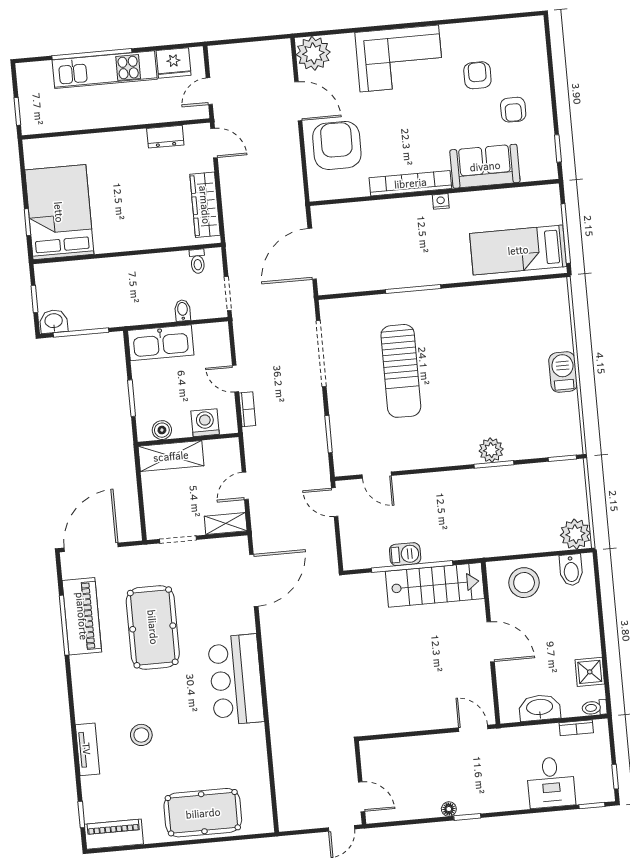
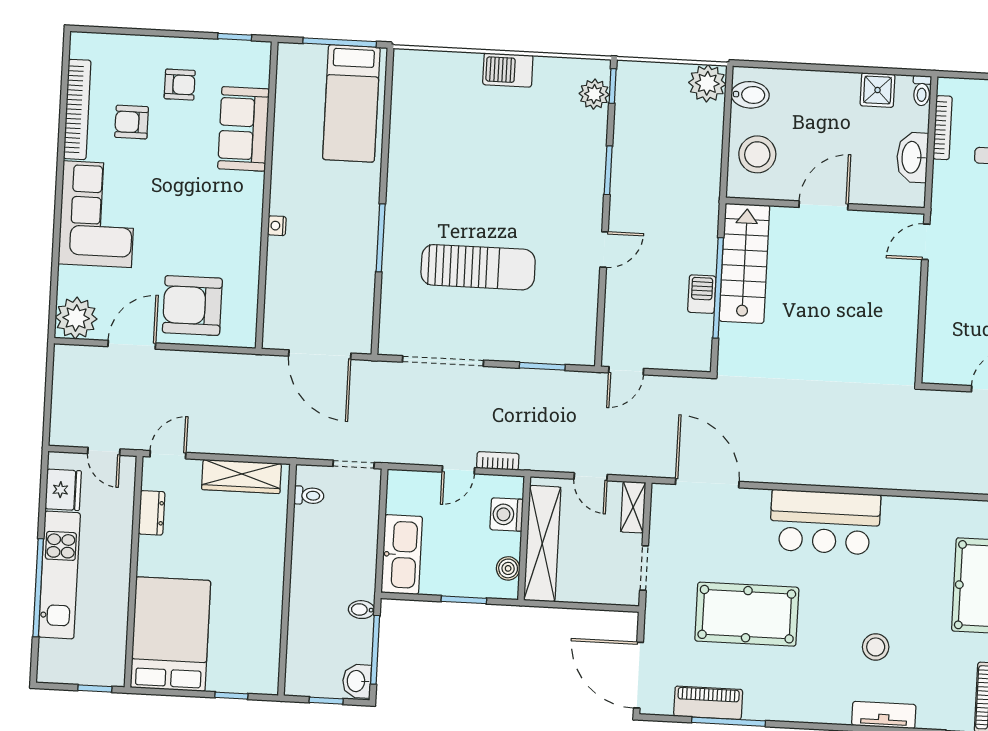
bookcase: (410, 183) -> (77, 109), moved, turned 180
nightstand: (441, 201) -> (277, 226), moved
bed: (59, 212) -> (171, 634), moved, turned 90
bidet: (183, 310) -> (361, 610), moved
plant: (491, 450) -> (594, 94), moved
shelving: (171, 456) -> (542, 544), width x1.47
door: (377, 475) -> (604, 250), moved
piano: (82, 616) -> (708, 703), width x0.73, depth x0.75
bookcase: (576, 728) -> (943, 128), width x1.56

